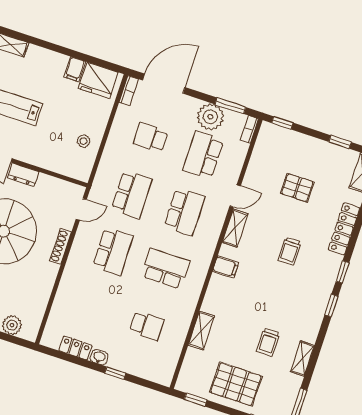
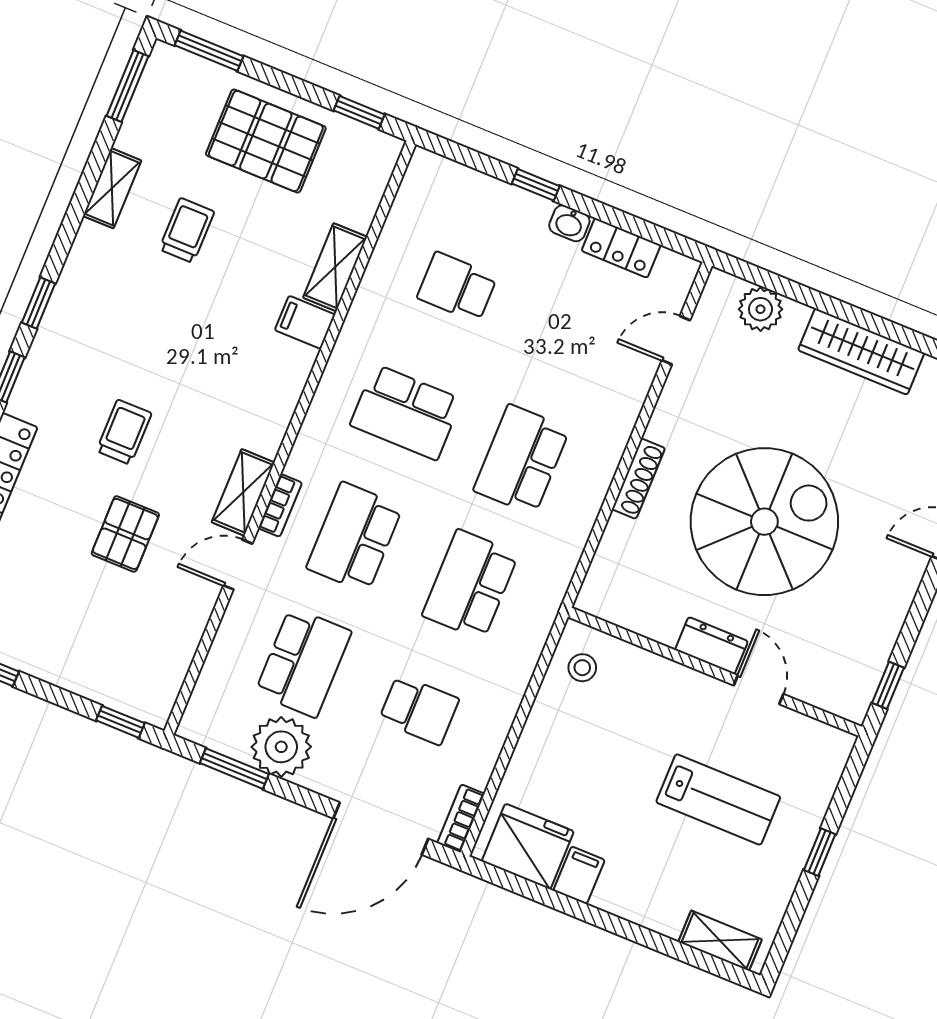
bookcase: (249, 129) -> (280, 505), moved
stool: (83, 141) -> (582, 668), moved
pallet: (297, 188) -> (125, 534), moved, turned 90
door: (81, 209) -> (676, 340), moved
filing cabinet: (226, 267) -> (305, 322), moved

